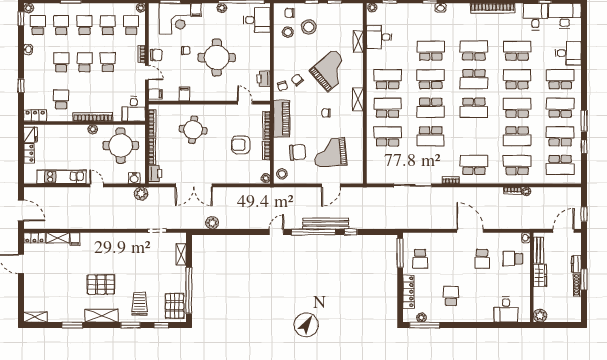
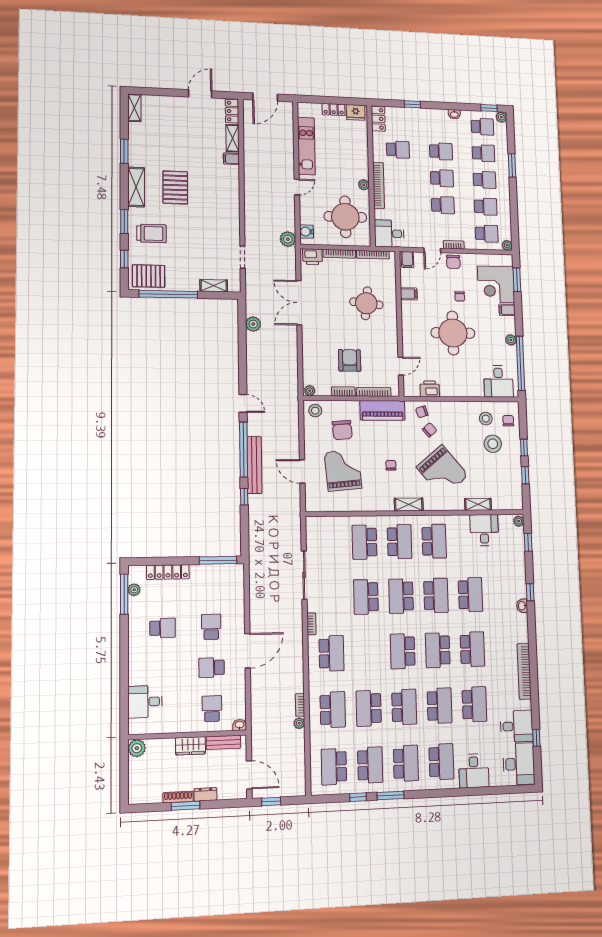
school desk: (388, 136) -> (364, 542), turned 180
school desk: (420, 259) -> (211, 627), moved, turned 90

